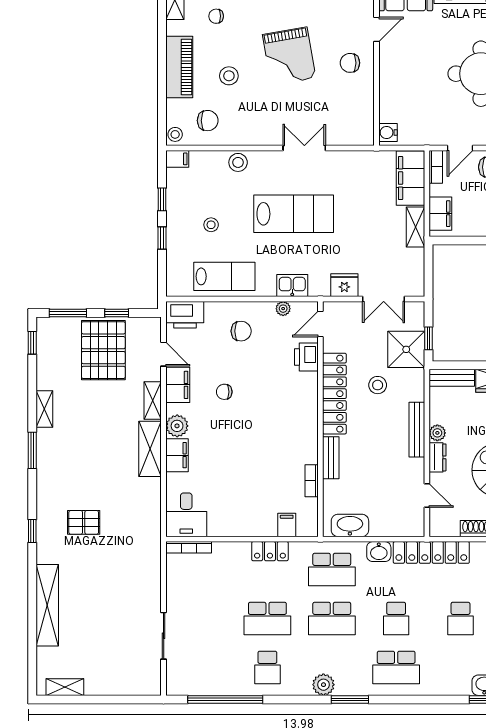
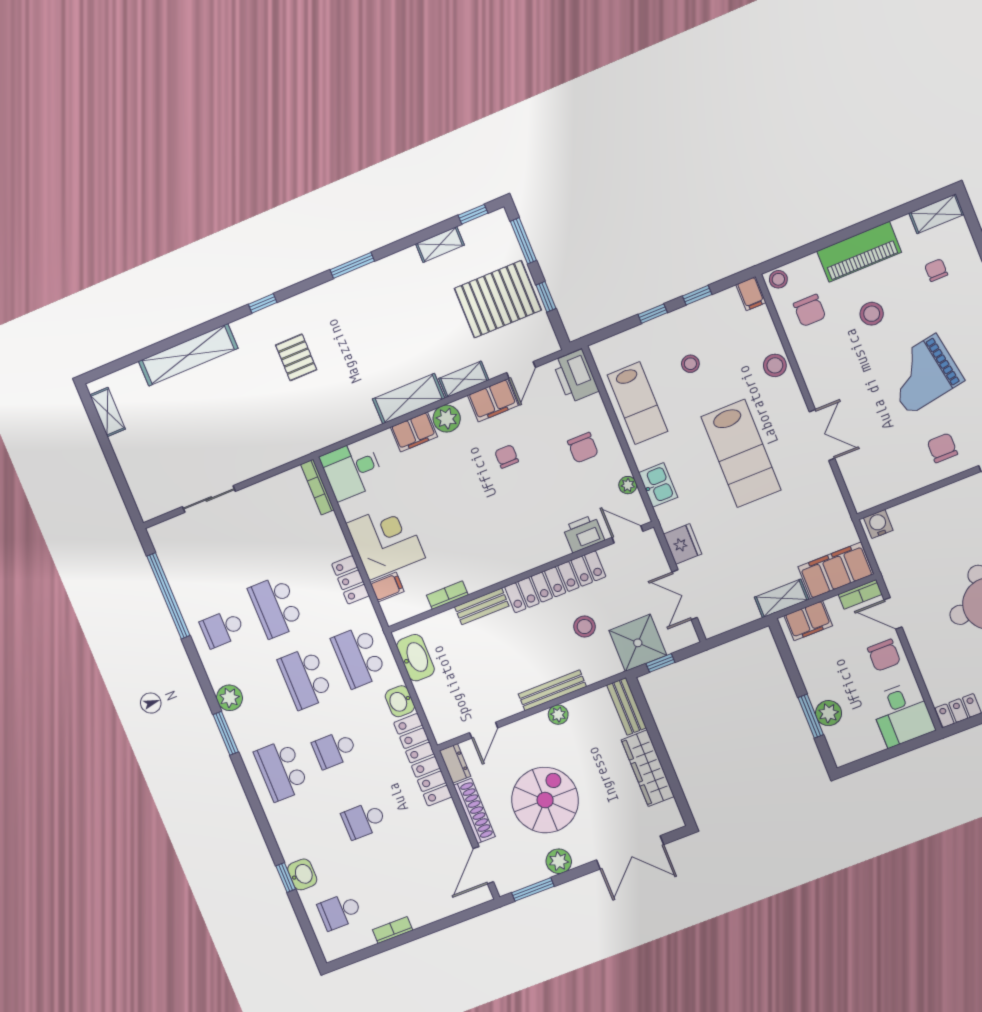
shelving: (44, 409) -> (440, 244), moved
dresser: (438, 457) -> (455, 763), moved, turned -90
corner desk: (251, 511) -> (386, 541), added

